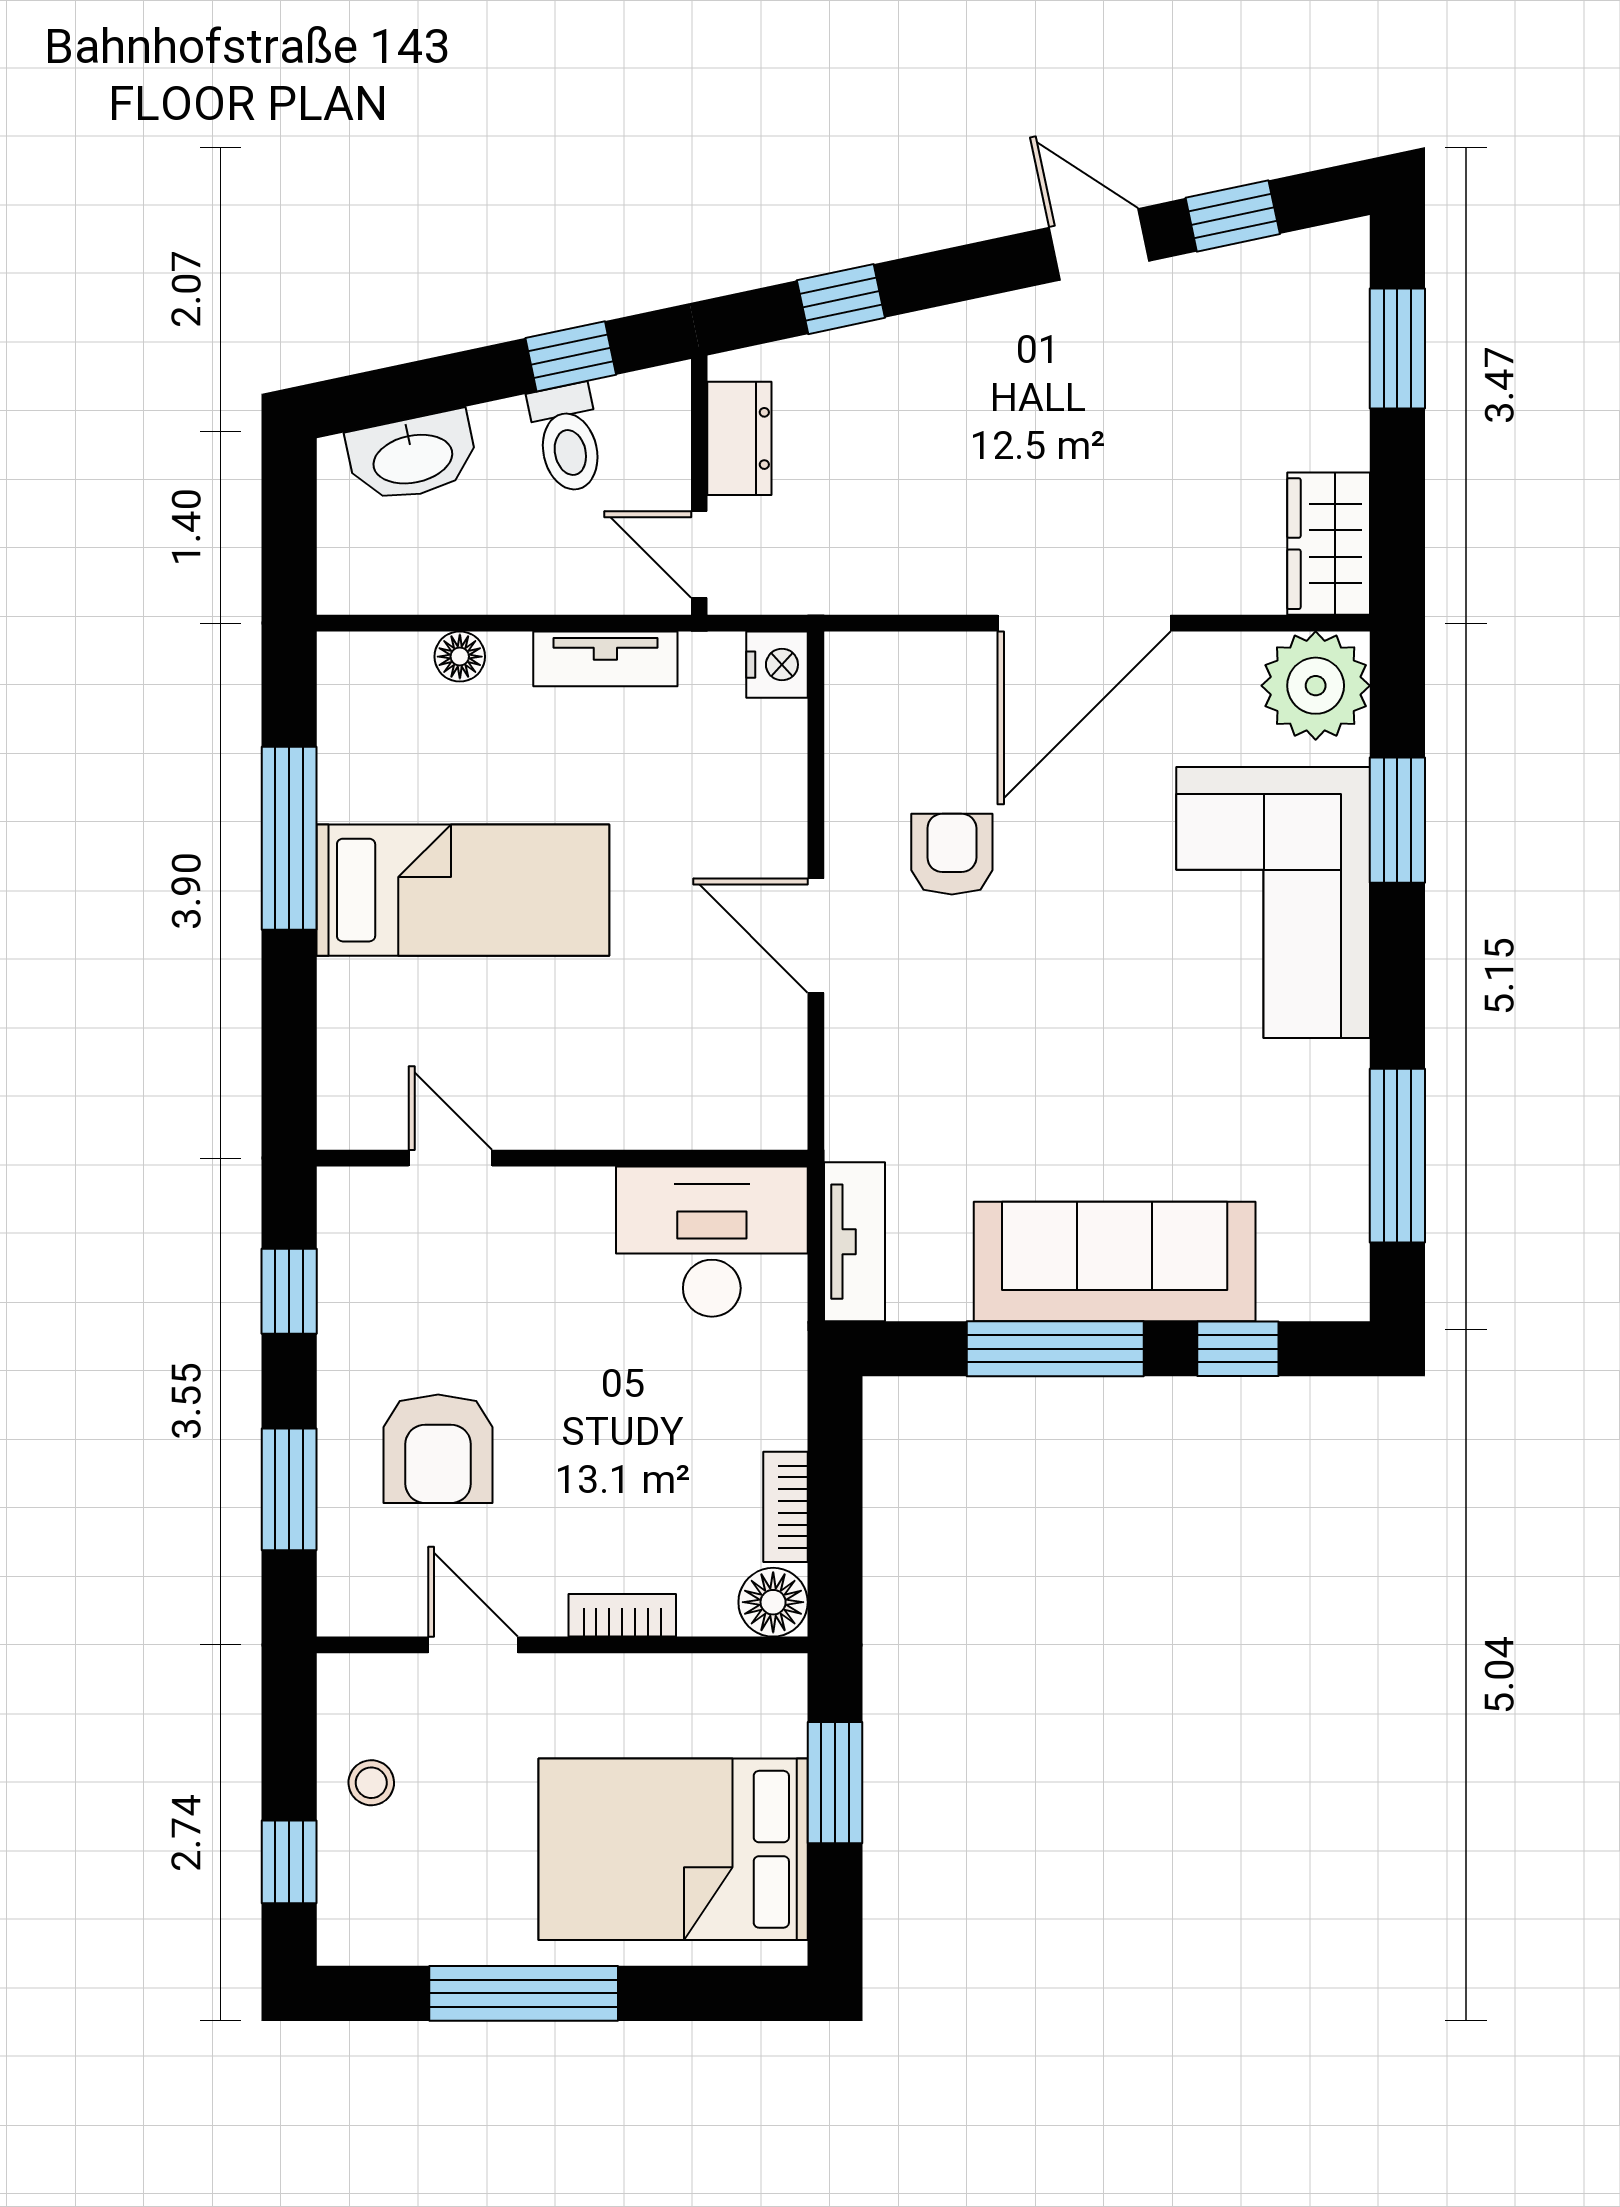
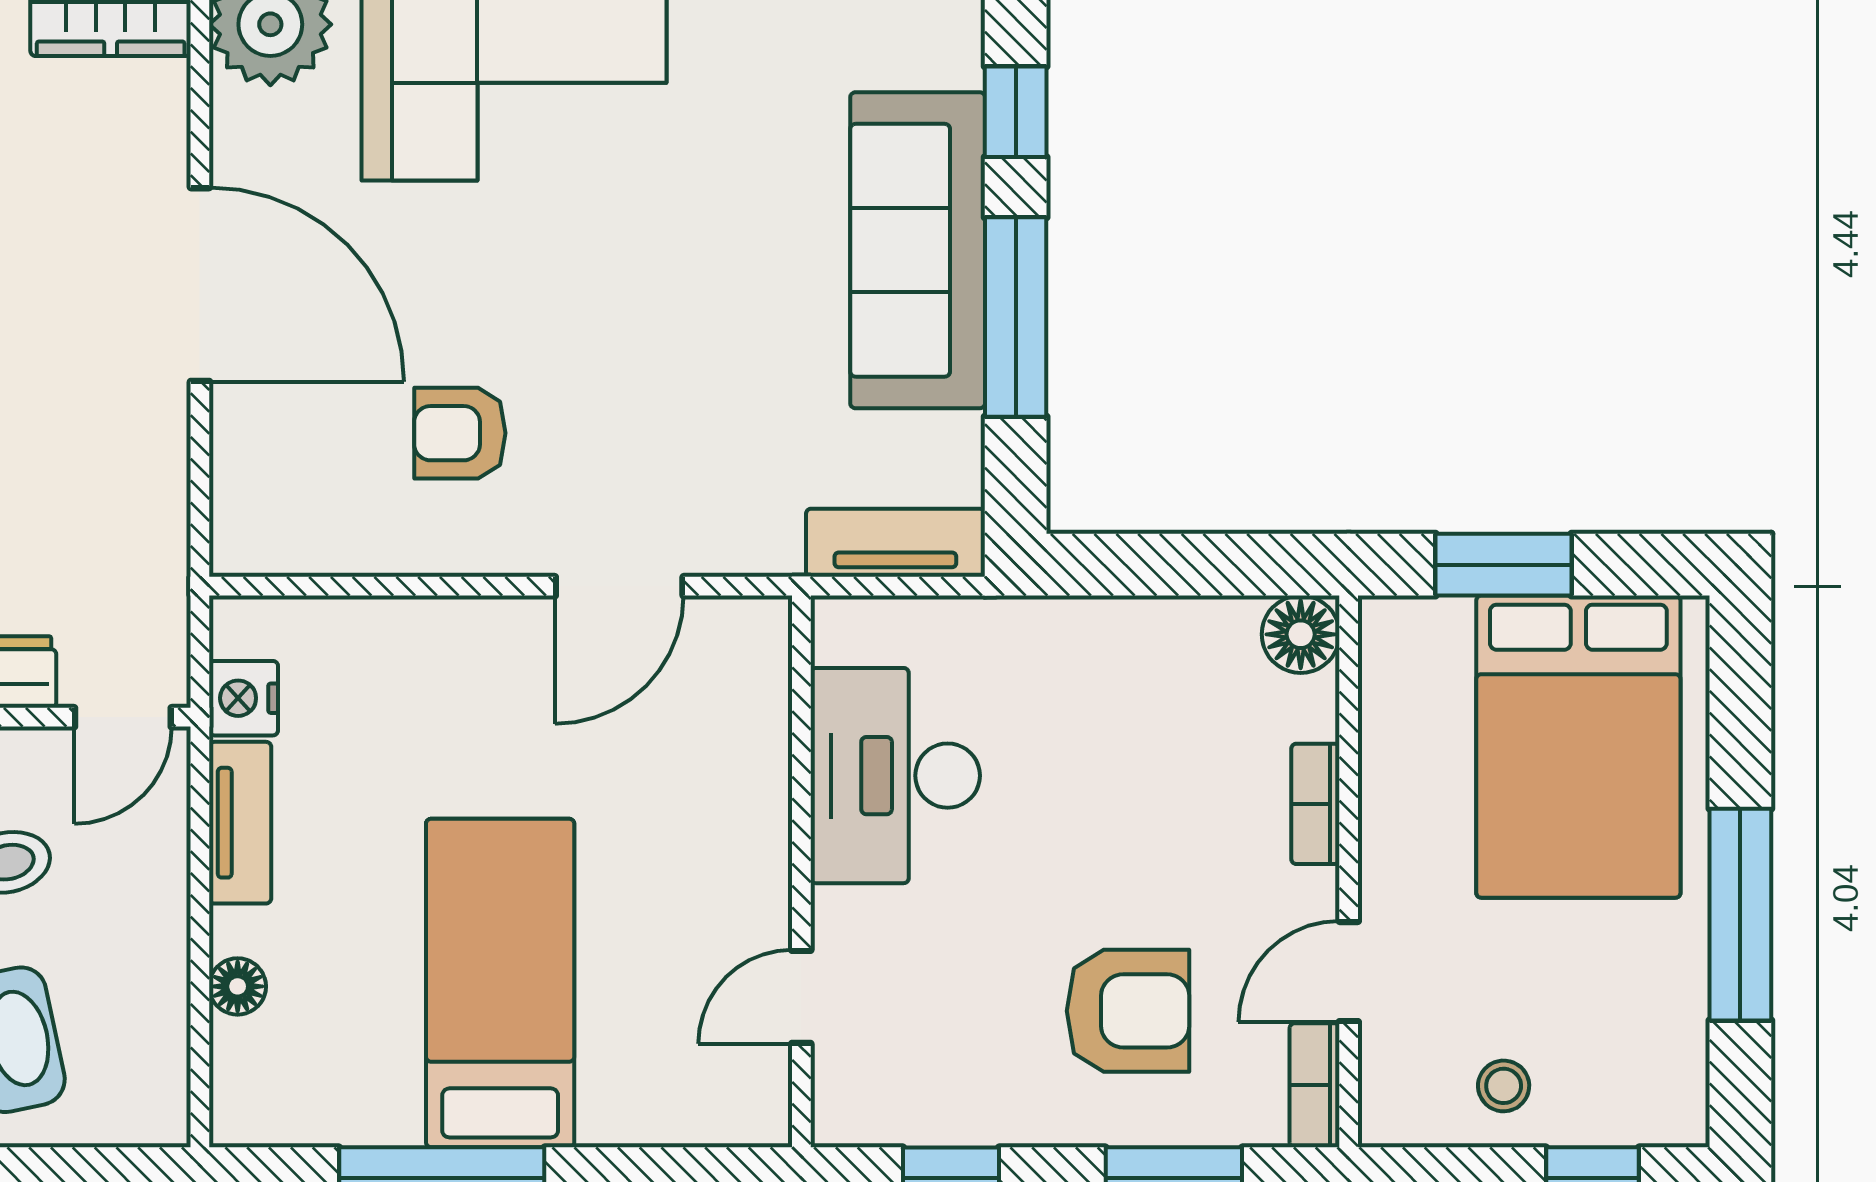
nightstand: (777, 665) -> (244, 698), moved, turned -90
door: (816, 936) -> (619, 586), moved
desk: (712, 1242) -> (895, 776), moved
bookcase: (785, 1507) -> (1315, 1085), moved, turned 90

